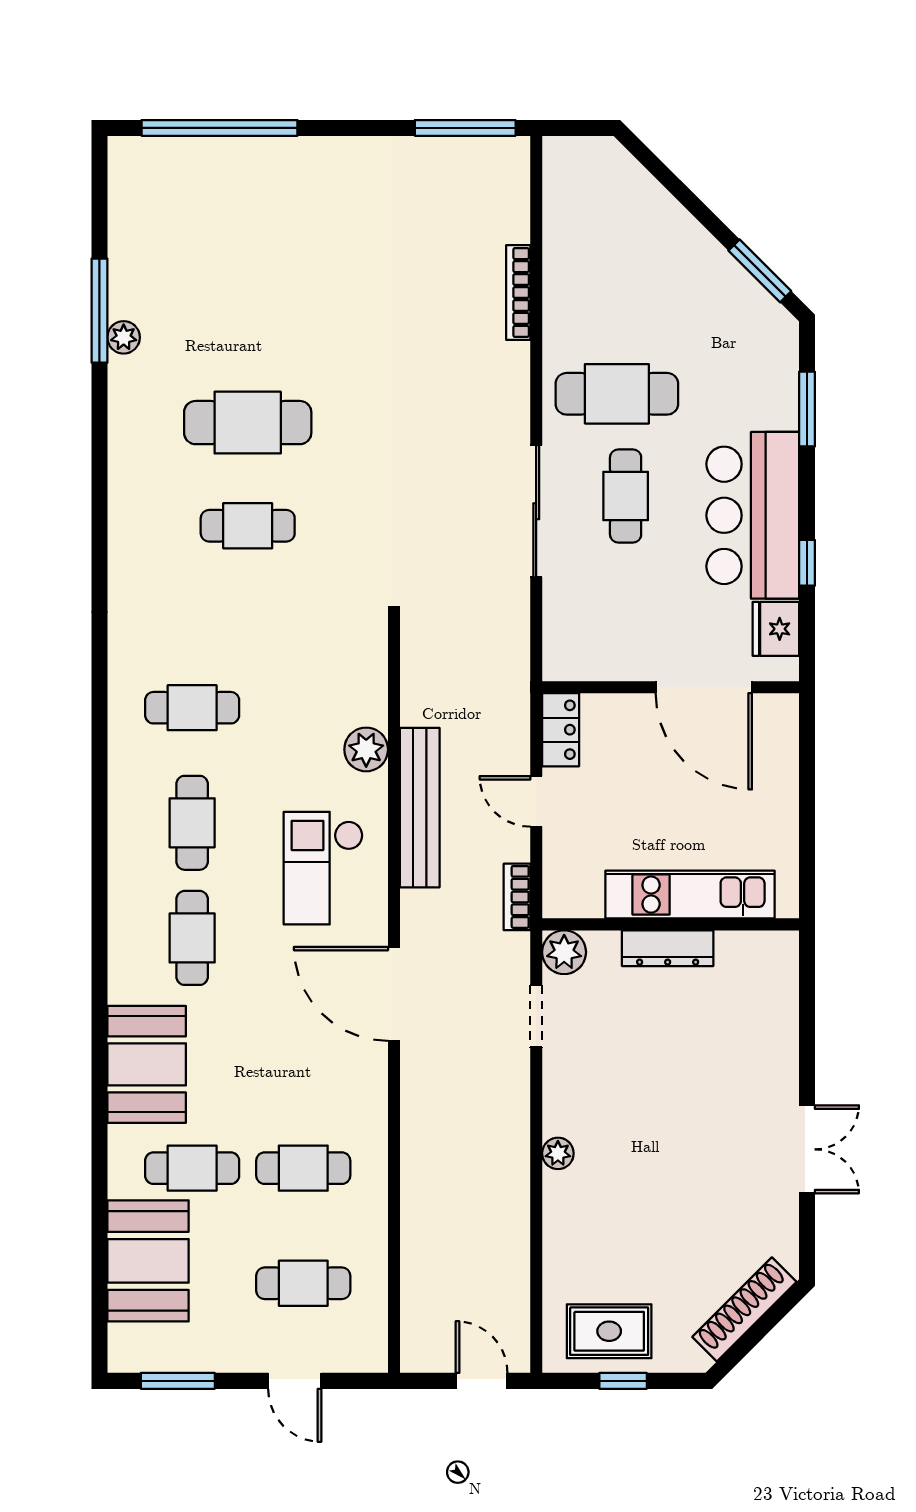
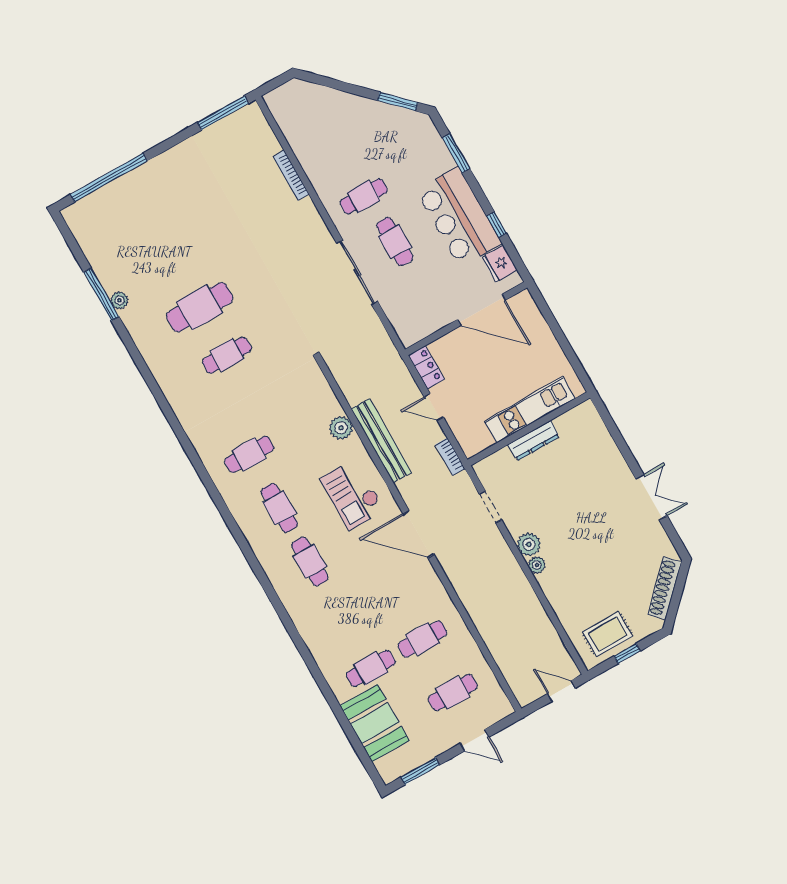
cafe table: (617, 394) -> (364, 196), width x0.73, depth x0.74
plant: (564, 952) -> (529, 544), moved
booth: (147, 1064) -> (322, 632), removed

